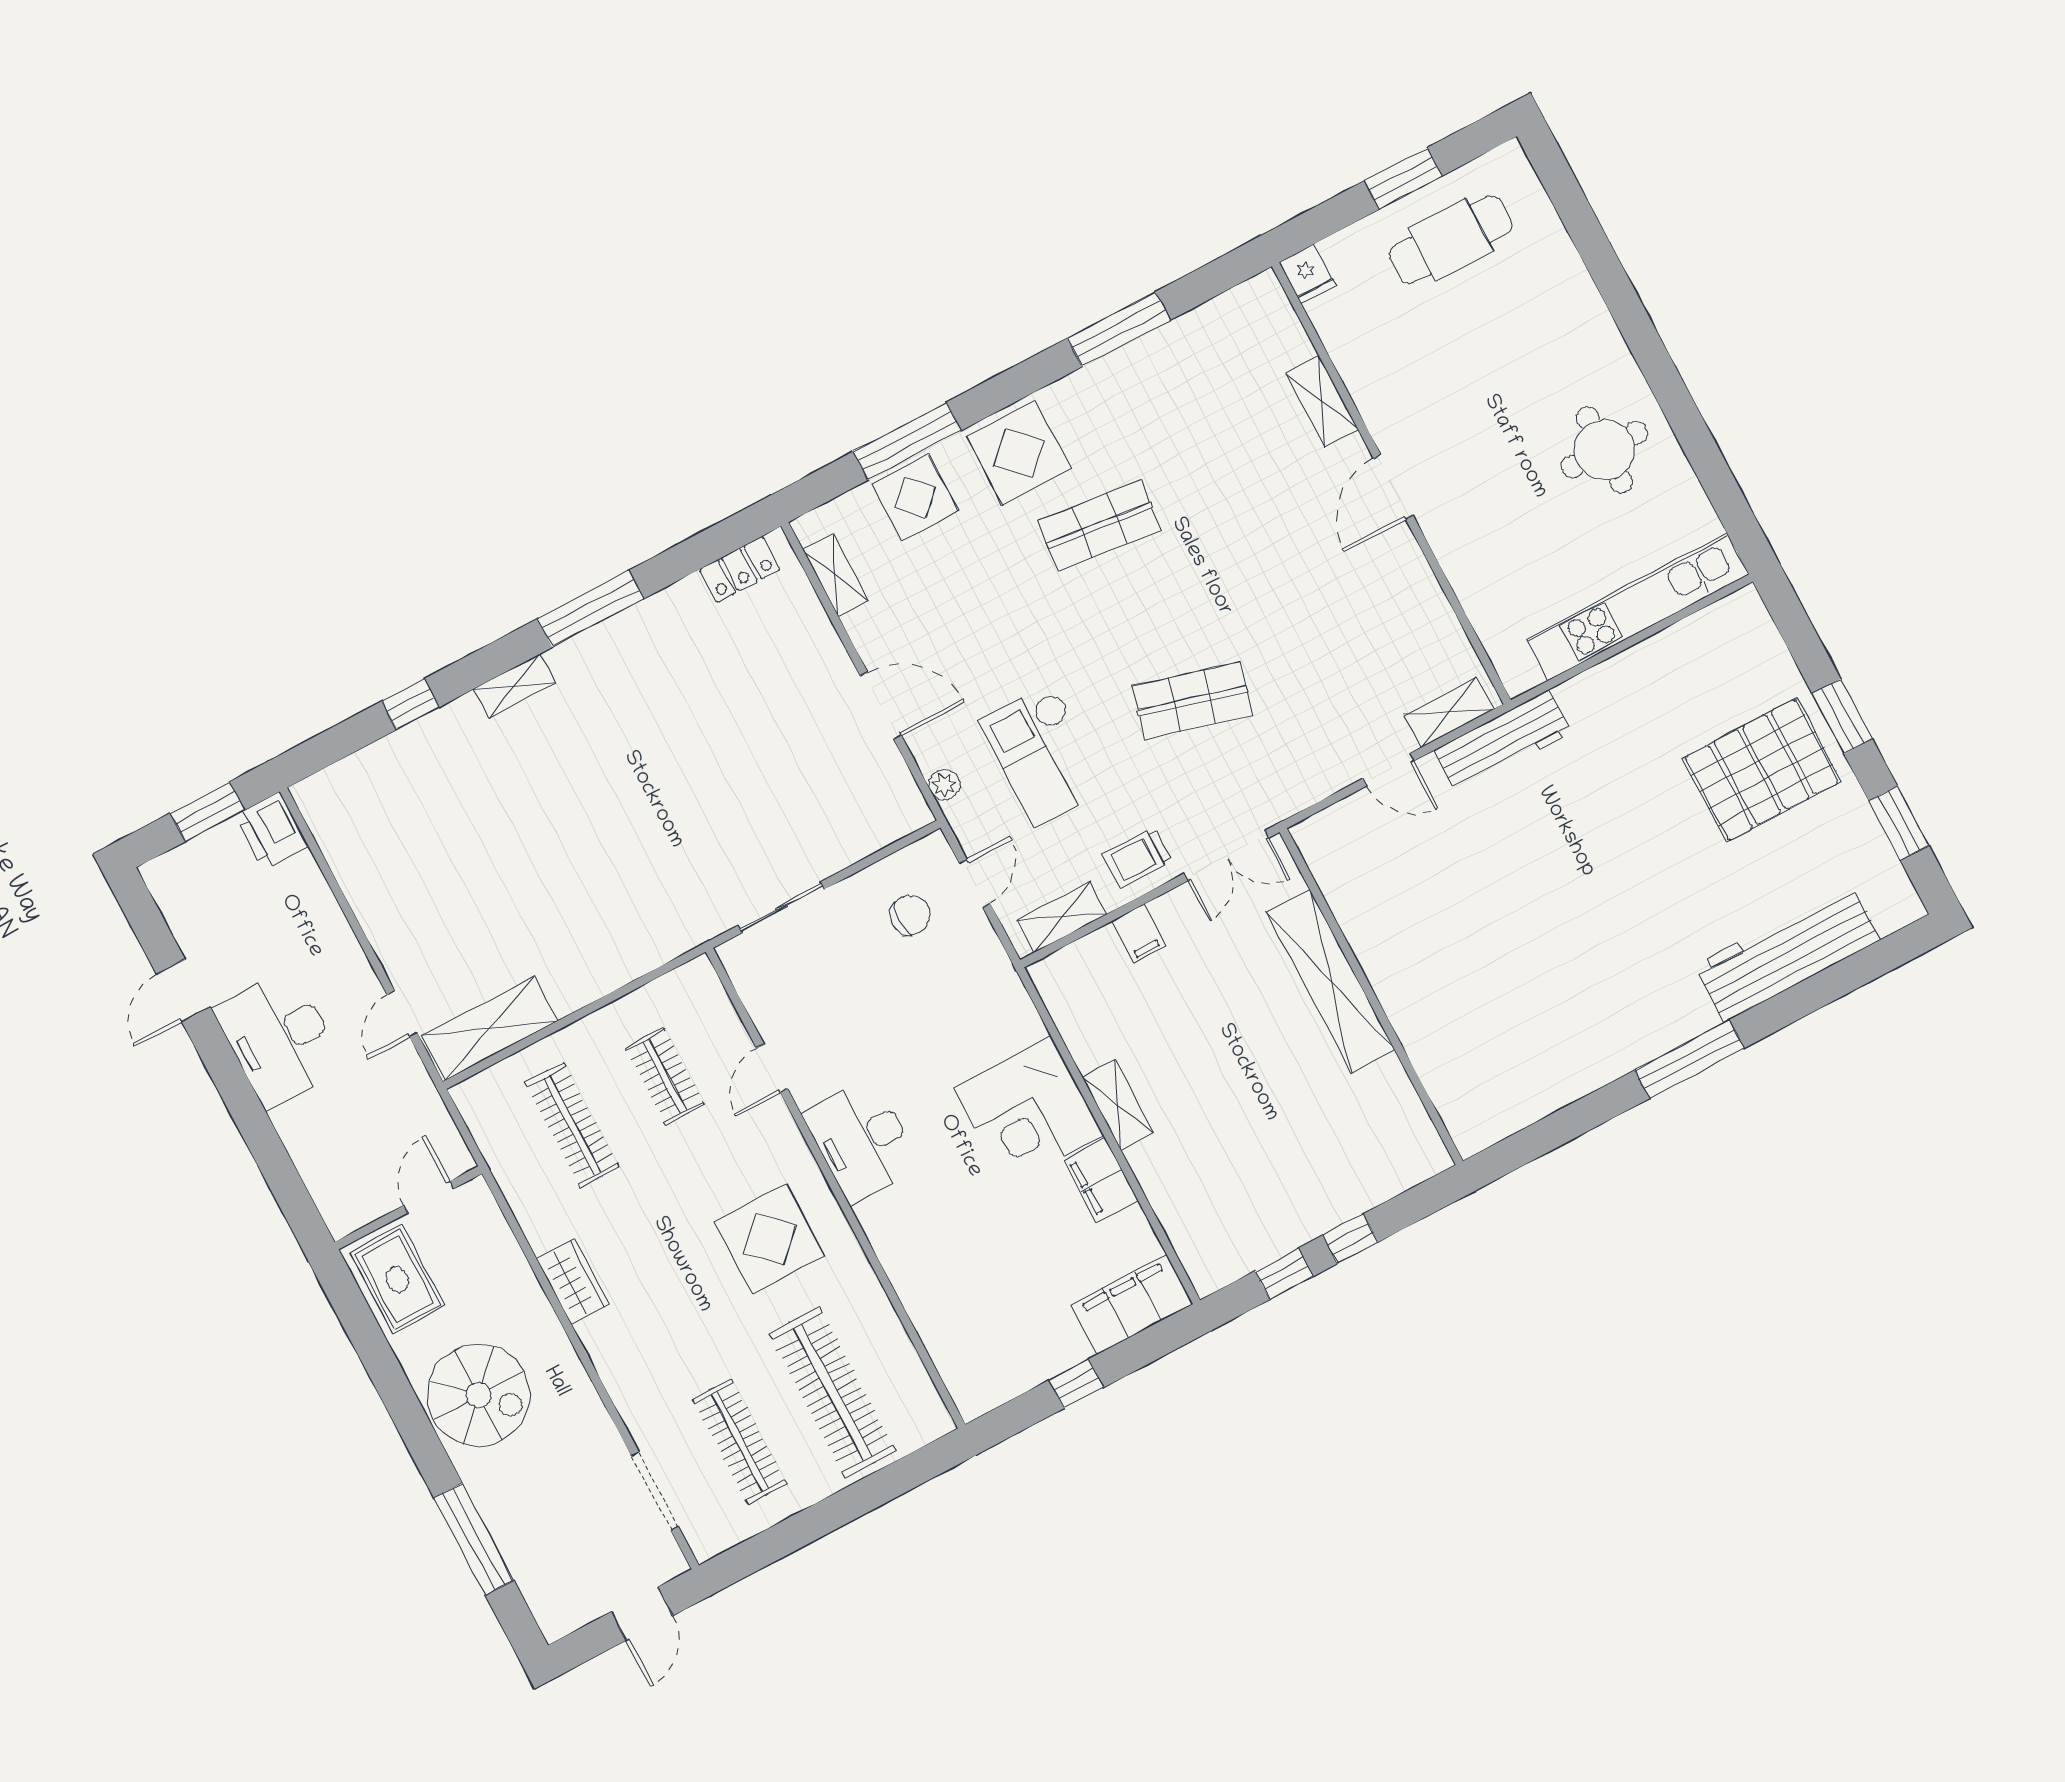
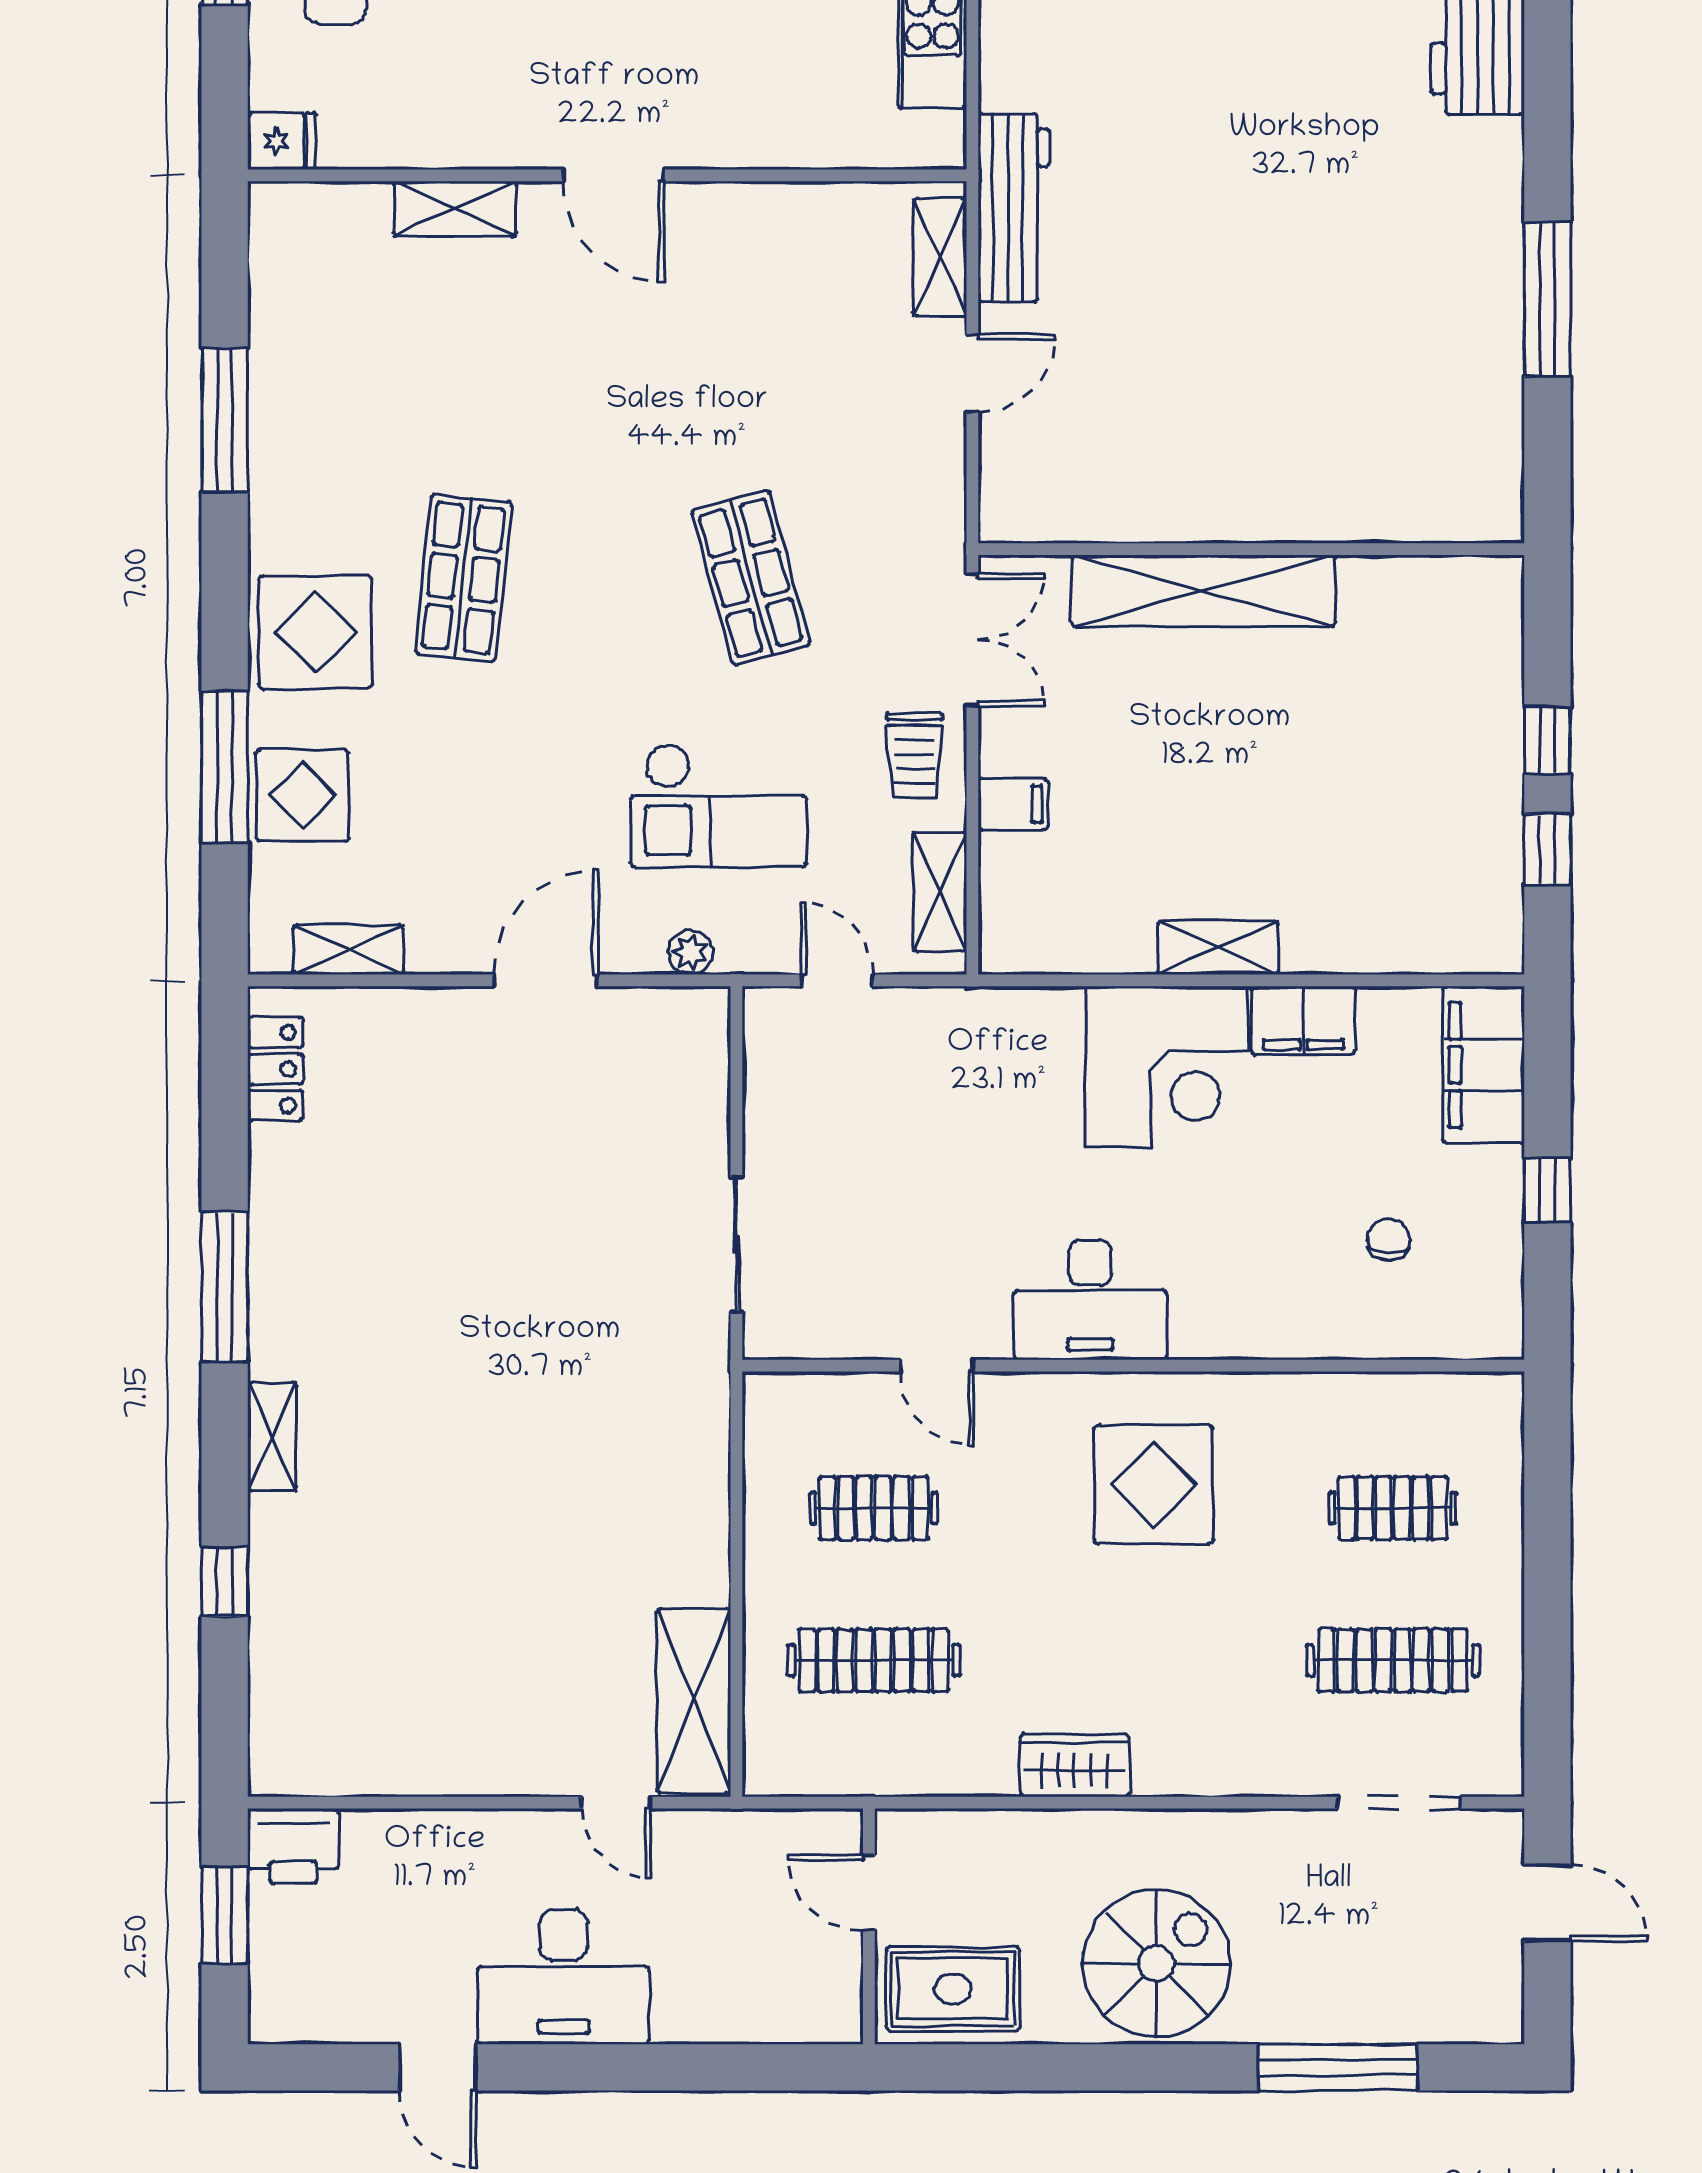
shop shelf: (1192, 701) -> (751, 578), turned -30
chair: (910, 915) -> (1389, 1240), moved, width x0.73, depth x0.73
window: (1689, 1059) -> (1547, 299), moved
clothes rail: (832, 1392) -> (1393, 1508), width x0.54, depth x0.76

